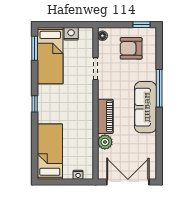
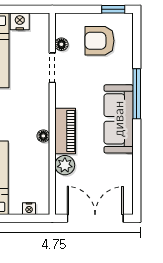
floor lamp: (102, 36) -> (61, 44), moved
floor lamp: (89, 120) -> (43, 136), added

